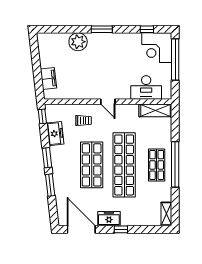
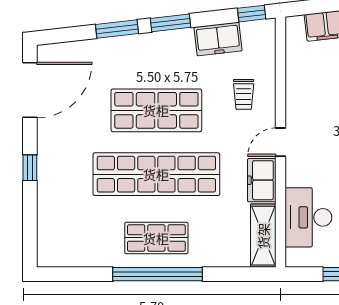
shelving: (166, 214) -> (61, 257), removed
freezer: (109, 219) -> (262, 180), moved, turned 180

